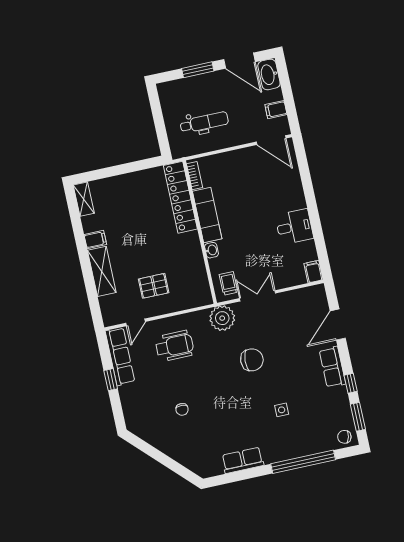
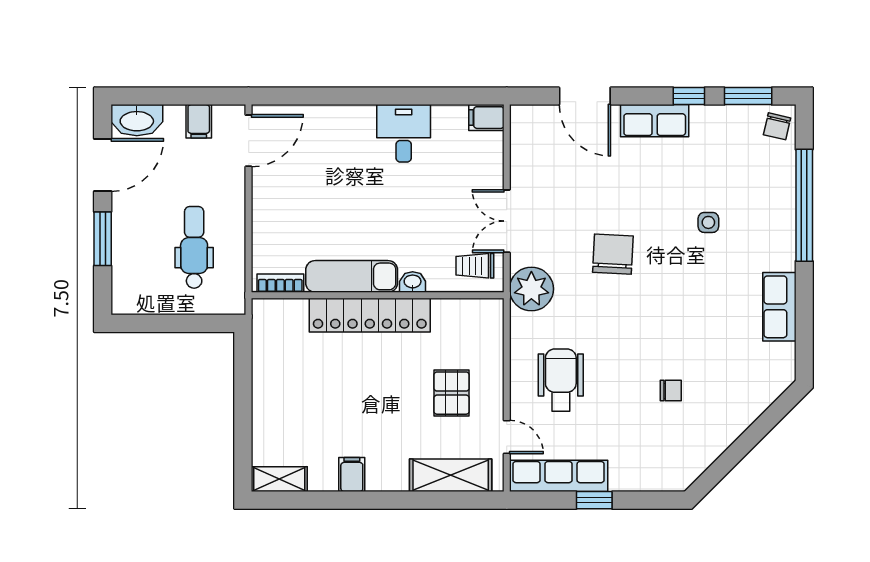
locker: (180, 197) -> (370, 315), moved
shelving: (102, 271) -> (451, 475), moved

